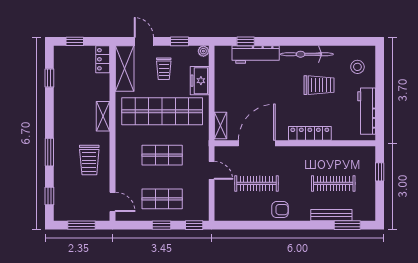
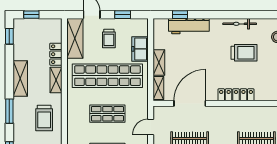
plant: (203, 51) -> (143, 23), removed
bicycle: (307, 54) -> (240, 24), width x0.73, depth x0.71
locker: (103, 59) -> (56, 54), moved
window: (49, 78) -> (9, 36), moved
shelving: (221, 96) -> (159, 62), added
shelving: (62, 115) -> (20, 79), added
door: (212, 170) -> (151, 127), swing flipped

